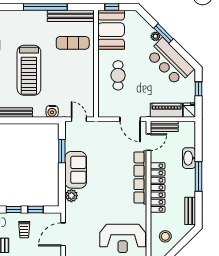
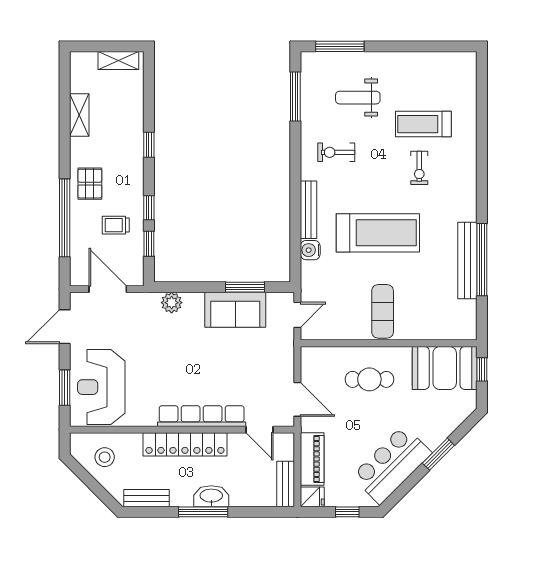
bench: (71, 16) -> (467, 260), moved
plant: (155, 36) -> (434, 441), removed
exercise mat: (73, 43) -> (383, 311), moved
treadmill: (29, 70) -> (378, 233), turned 180
water cooler: (52, 111) -> (310, 250), moved
door: (130, 119) -> (297, 399), swing flipped
bench: (164, 126) -> (286, 484), moved
washbasin: (189, 158) -> (211, 496), moved
sofa: (76, 170) -> (235, 310), moved

